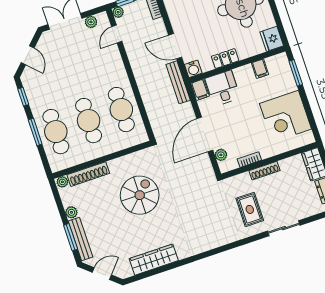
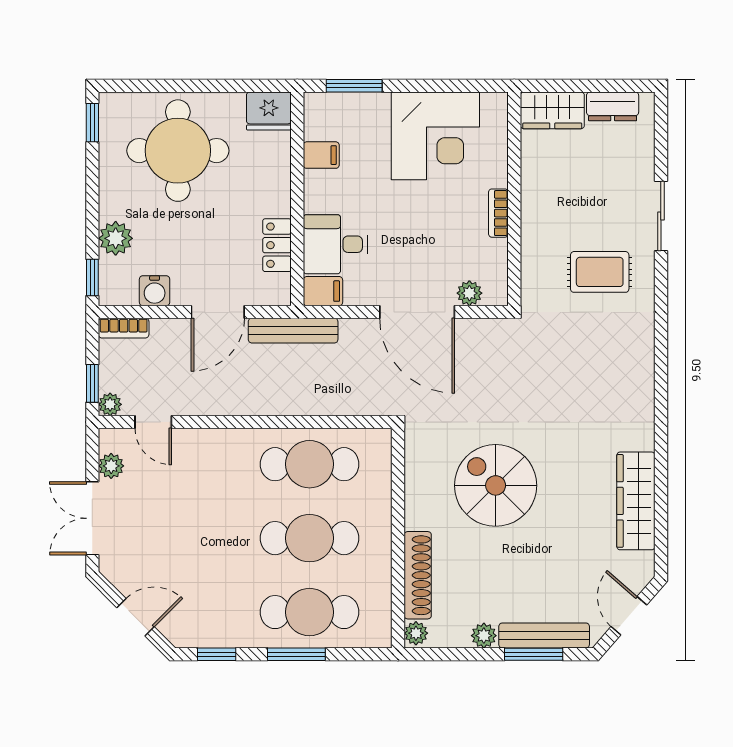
locker: (225, 59) -> (277, 245), moved
water cooler: (193, 69) -> (155, 291), moved, turned 90
bookcase: (249, 160) -> (498, 213), moved
shoe rack: (265, 171) -> (531, 216), removed

